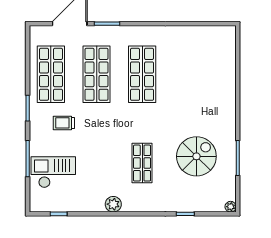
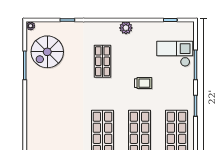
trolley: (64, 123) -> (143, 83), moved
spiral stairs: (196, 156) -> (47, 52), moved
checkout: (53, 172) -> (175, 54), turned 180

